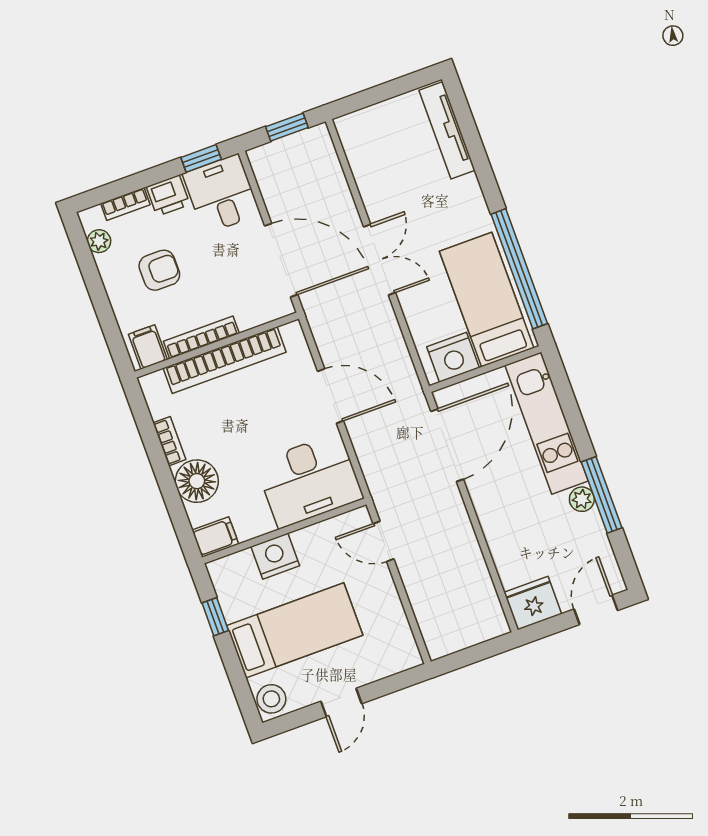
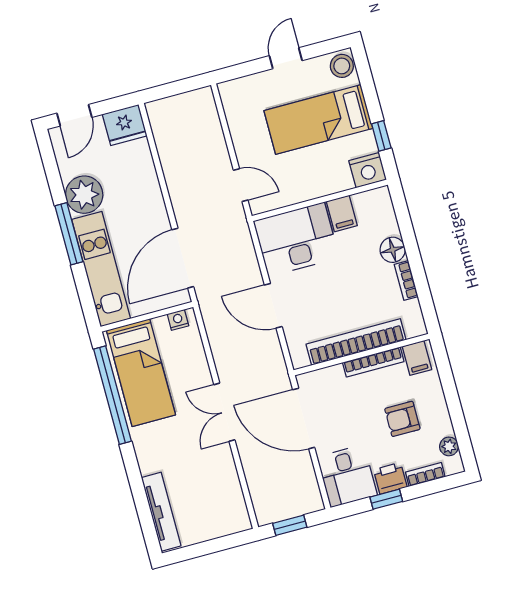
window: (201, 158) -> (386, 499), moved
nightstand: (453, 357) -> (178, 320), width x0.53, depth x0.56
floor lamp: (197, 481) -> (393, 250), width x0.73, depth x0.73
window: (602, 495) -> (69, 234), moved
plant: (582, 499) -> (84, 195), width x1.88, depth x1.88
filing cabinet: (215, 537) -> (342, 213), moved, turned -90
nightstand: (275, 556) -> (368, 170), moved

